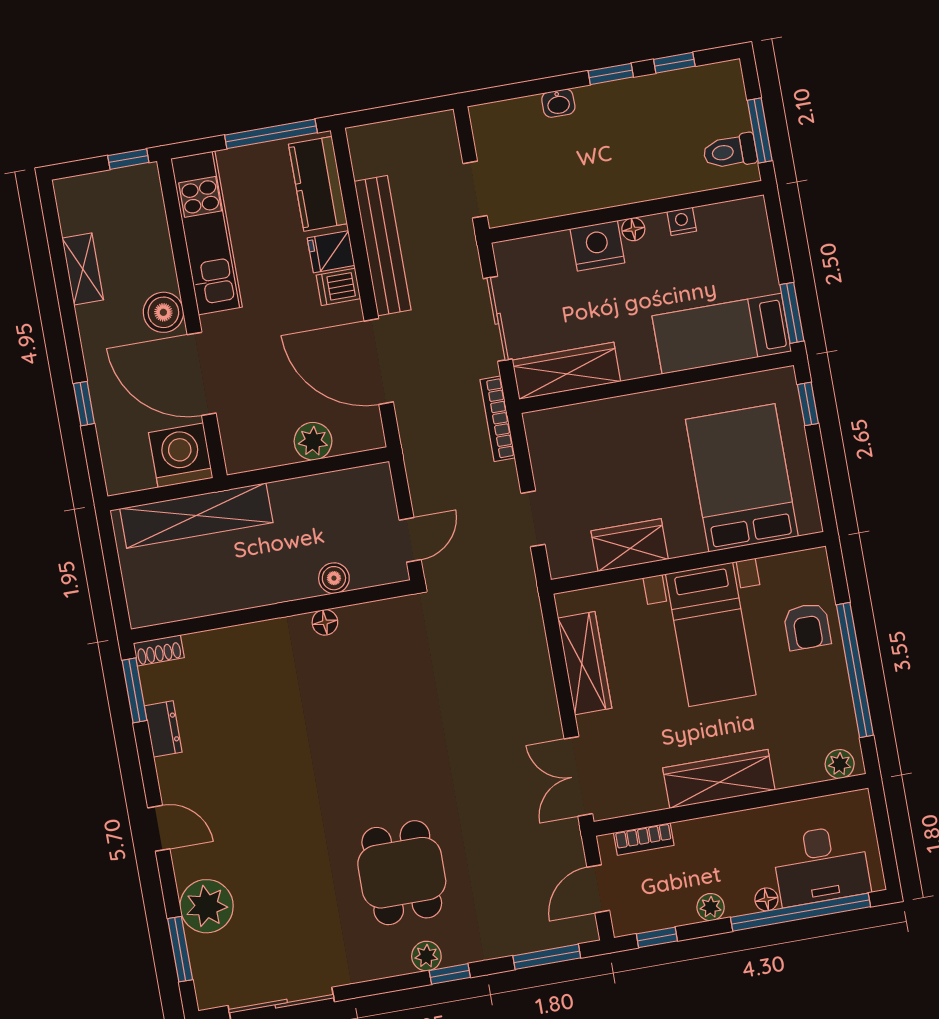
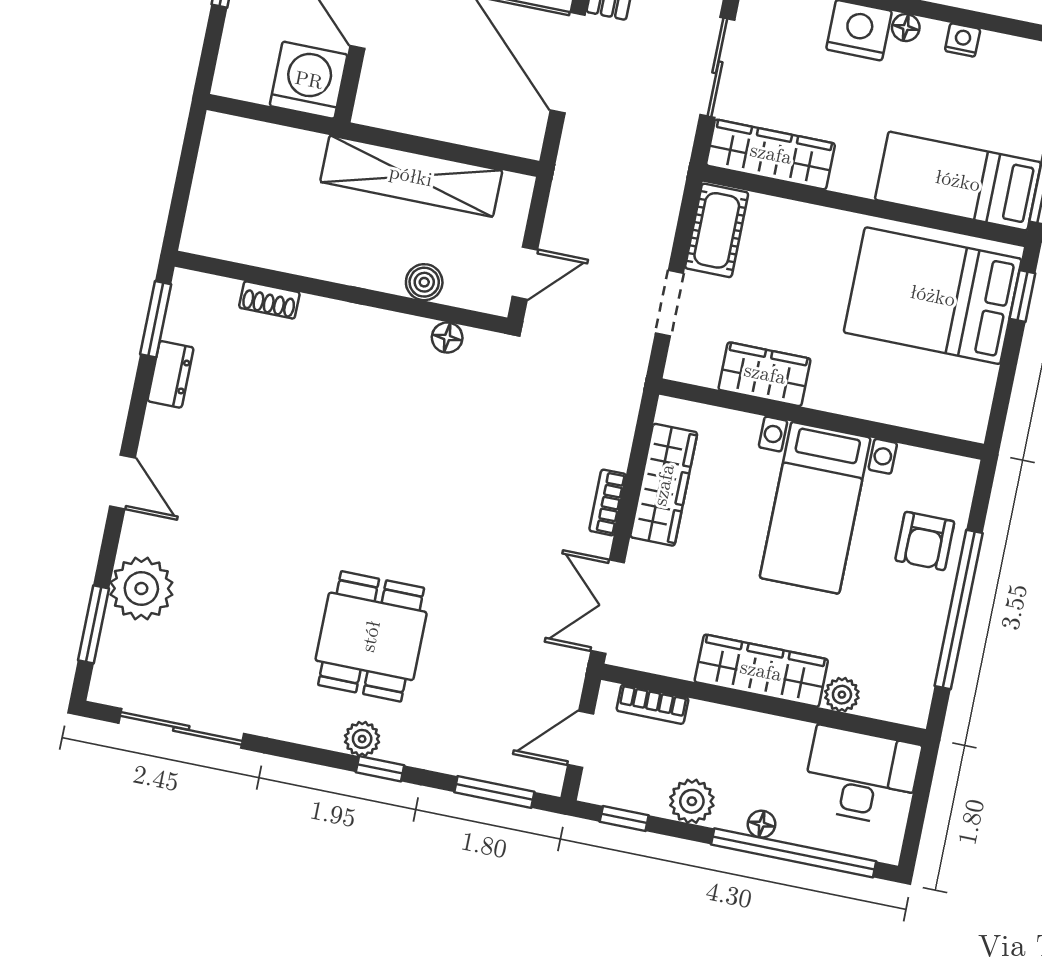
bookcase: (498, 419) -> (608, 502), moved, width x0.64
plant: (313, 441) -> (461, 122), removed
cot: (548, 447) -> (717, 230), added
bed: (742, 478) -> (933, 296), moved, turned -90
shelving: (196, 516) -> (411, 176), moved
floor lamp: (325, 622) -> (447, 338), moved
shoe rack: (159, 650) -> (269, 300), moved
plant: (840, 764) -> (842, 695), moved
desk: (821, 865) -> (861, 776), moved, turned 180
plant: (711, 907) -> (692, 801), width x1.38, depth x1.38

